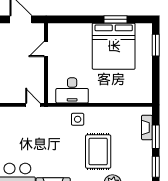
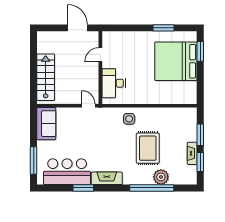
bed: (114, 46) -> (176, 61), moved, turned 90
desk: (72, 90) -> (114, 83), moved, turned 90
fireplace: (147, 127) -> (192, 153), moved

